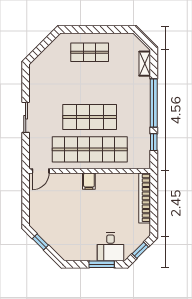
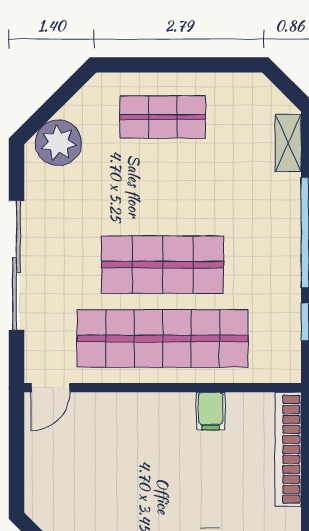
plant: (44, 64) -> (58, 143), added
sliding door: (26, 117) -> (16, 265), width x1.86
filing cabinet: (89, 181) -> (211, 411), moved

